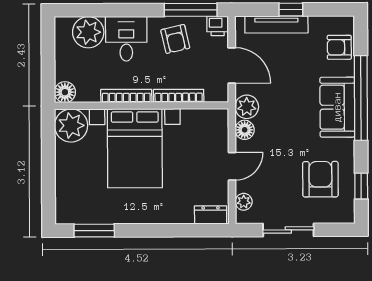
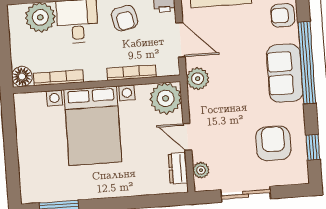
bookcase: (126, 96) -> (58, 78), moved
plant: (71, 126) -> (166, 98), moved
floor lamp: (245, 130) -> (197, 101), removed
door: (232, 166) -> (187, 137), swing flipped
dresser: (211, 215) -> (178, 168), moved, turned -90

